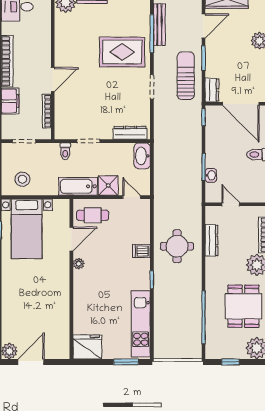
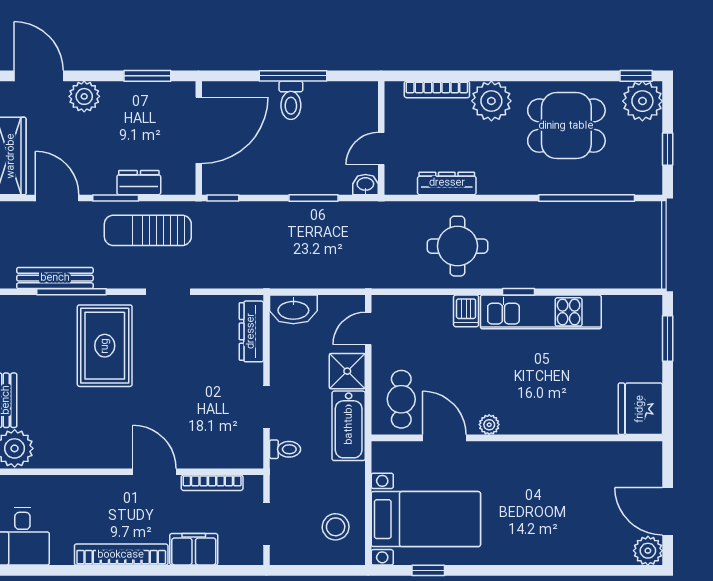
dresser: (212, 90) -> (139, 183), moved
washbasin: (211, 175) -> (365, 185), moved
kitchen unit: (141, 324) -> (541, 312), moved

